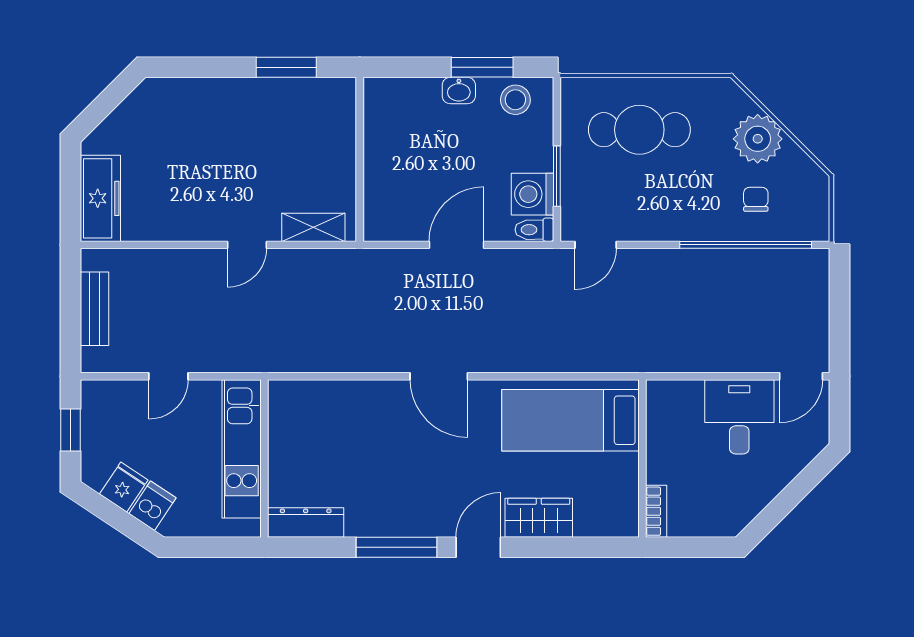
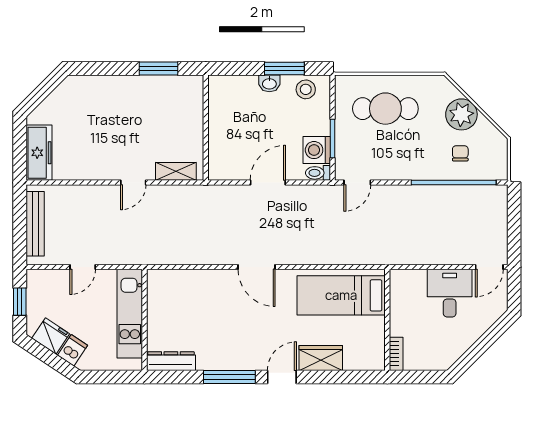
bench: (94, 309) -> (35, 224), width x1.36
fridge: (124, 487) -> (51, 336), width x1.38

